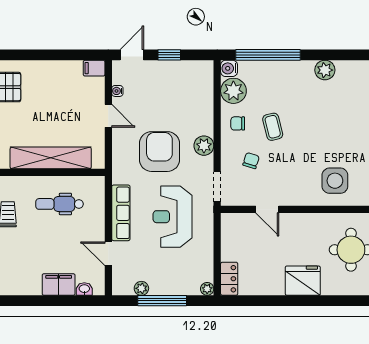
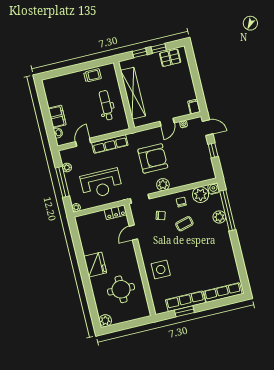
plant: (325, 70) -> (219, 217), moved
reception desk: (172, 217) -> (101, 184), moved, turned 180
locker: (229, 279) -> (115, 212), moved

